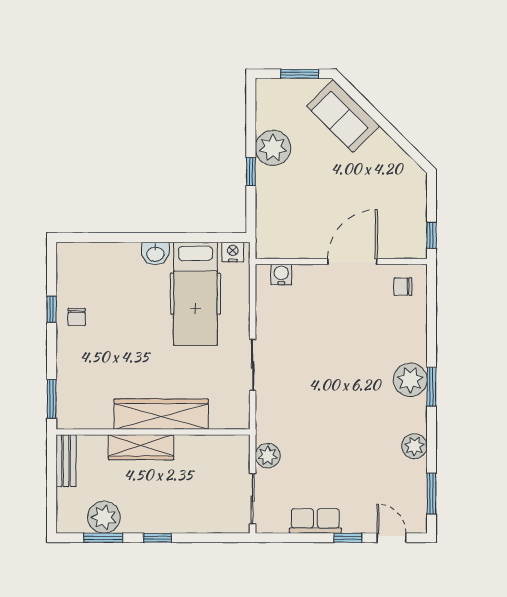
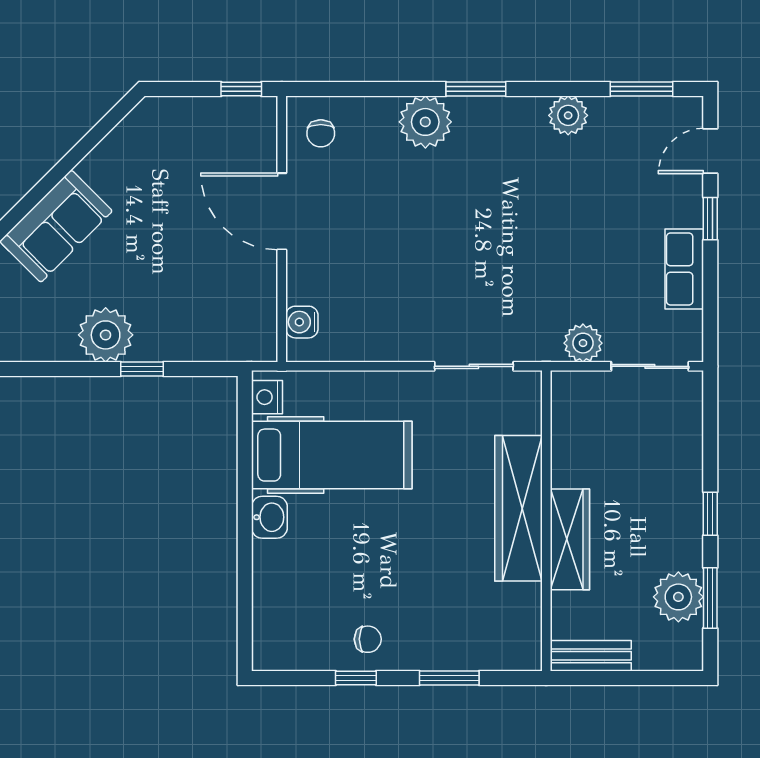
sliding door: (253, 365) -> (474, 366), moved
plant: (410, 380) -> (425, 122), moved
window: (52, 399) -> (449, 678), moved

